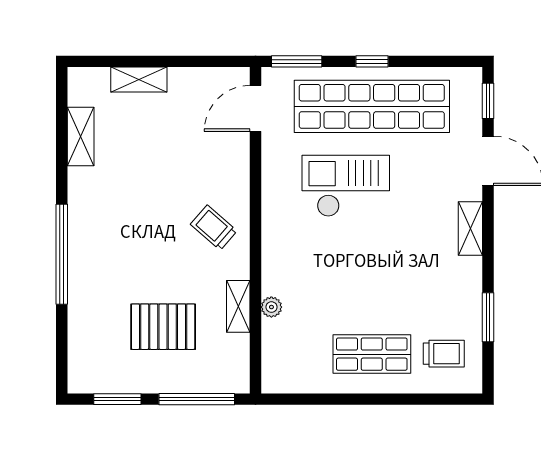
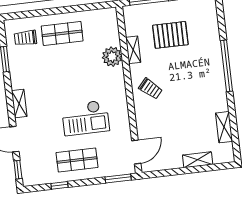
window: (372, 61) -> (59, 185), moved
shop shelf: (372, 106) -> (77, 160), width x0.50, depth x0.74
plant: (271, 307) -> (112, 57), width x1.88, depth x1.88

